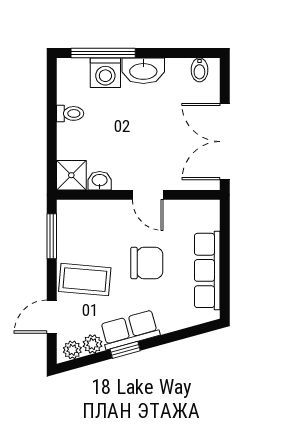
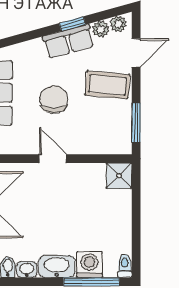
toilet: (70, 113) -> (125, 266), moved, turned 90
washbasin: (100, 181) -> (27, 270), moved, turned 180
chair: (147, 263) -> (54, 99), turned 90

